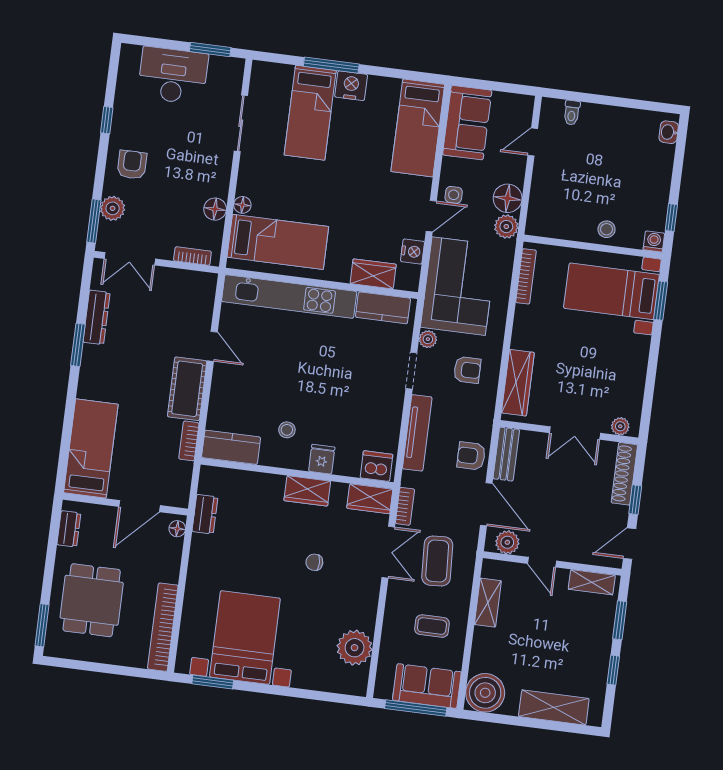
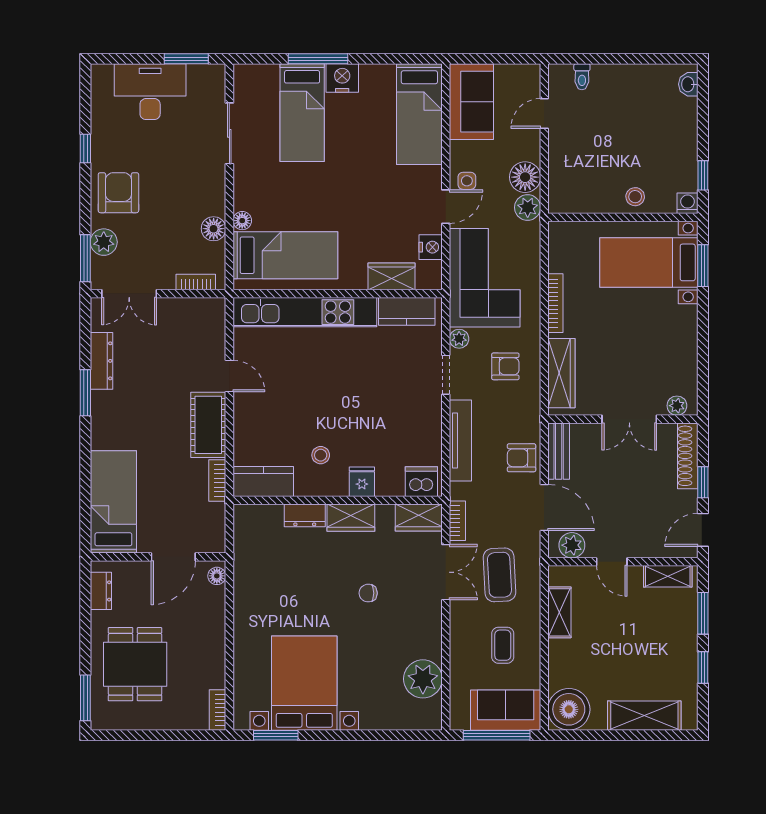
armchair: (132, 165) -> (118, 193), width x1.38, depth x1.38
bookcase: (526, 276) -> (555, 303), moved
dresser: (205, 514) -> (305, 515), moved, turned 90
coffee table: (432, 626) -> (503, 645), turned 90
bookcase: (163, 627) -> (217, 710), width x0.43, depth x0.76

